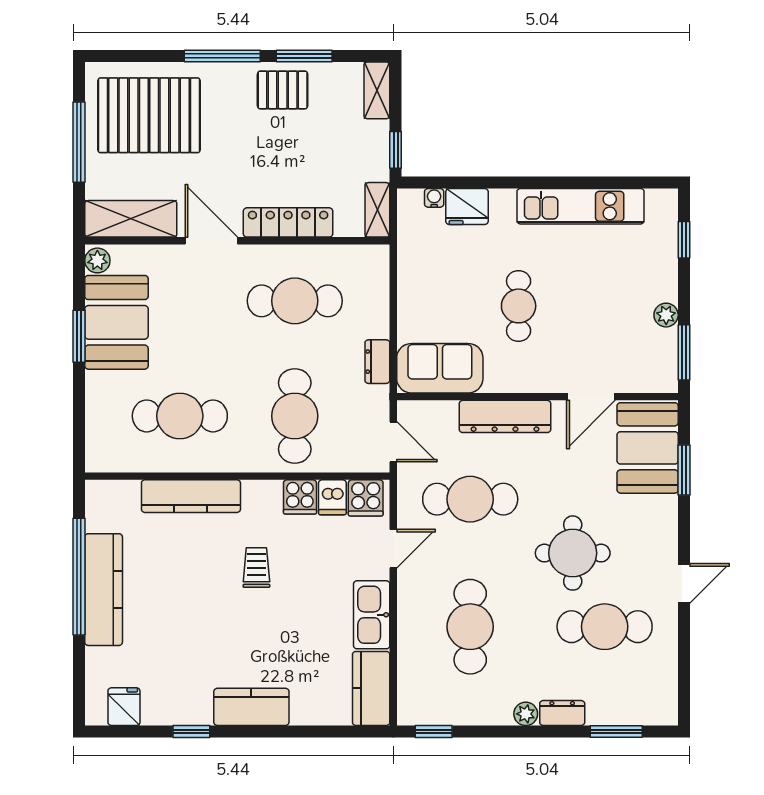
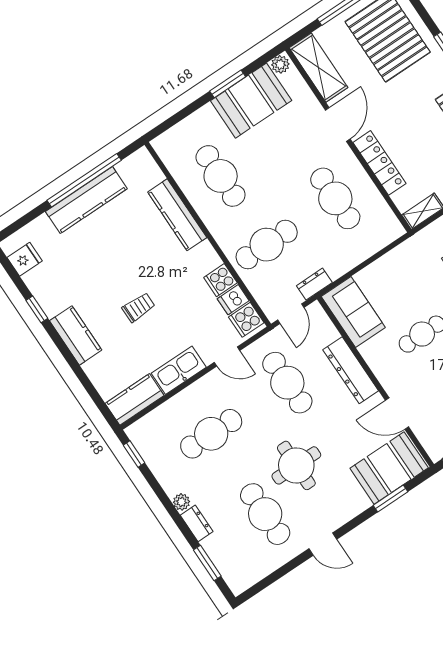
dresser: (377, 362) -> (314, 284), moved
trolley: (256, 567) -> (138, 307), moved

